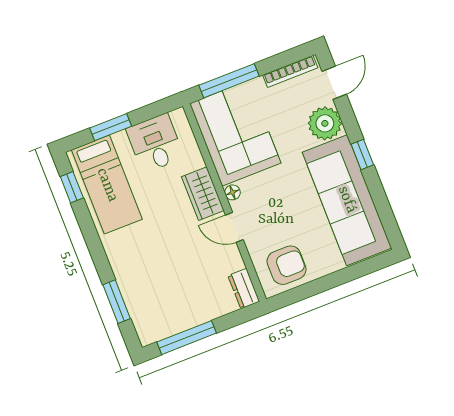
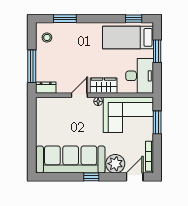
window: (229, 81) -> (157, 122), width x0.69
door: (334, 83) -> (135, 177), swing flipped
desk: (155, 143) -> (140, 76), width x1.37
armchair: (287, 265) -> (49, 115), removed
stool: (160, 319) -> (47, 37), added
window: (187, 338) -> (32, 66), moved

